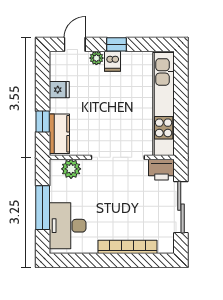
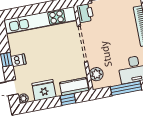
plant: (96, 58) -> (23, 98), moved
fridge: (59, 90) -> (44, 90), width x1.88, depth x1.34

